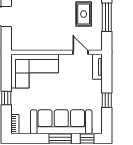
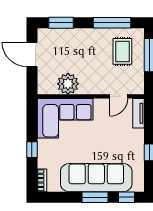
plant: (37, 42) -> (68, 84), added
door: (80, 52) -> (119, 96), swing flipped

